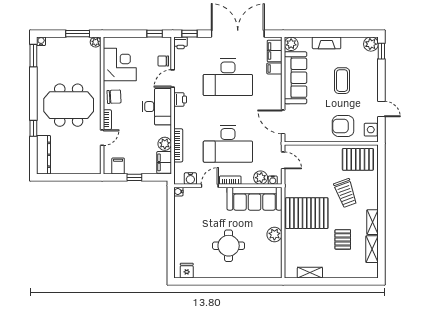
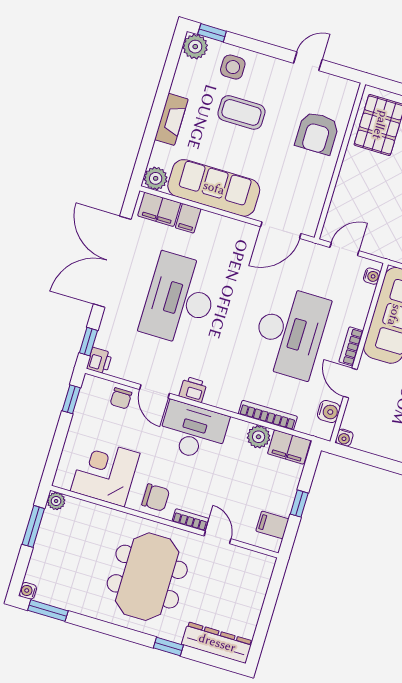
desk: (228, 77) -> (180, 299), turned 180
chair: (114, 97) -> (156, 498), turned 93
side table: (371, 130) -> (233, 67), moved
plant: (261, 178) -> (362, 295), removed

